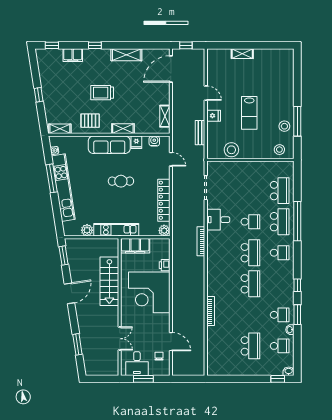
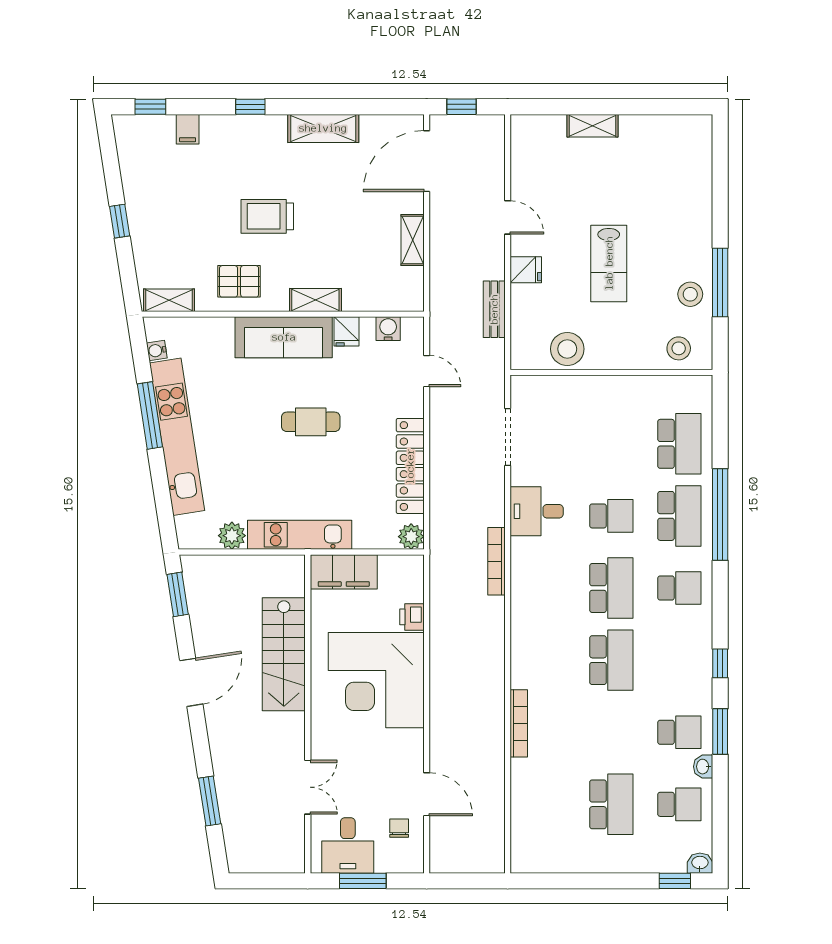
filing cabinet: (73, 55) -> (188, 129), width x0.50
shelving: (165, 116) -> (413, 240), moved

